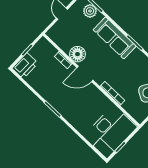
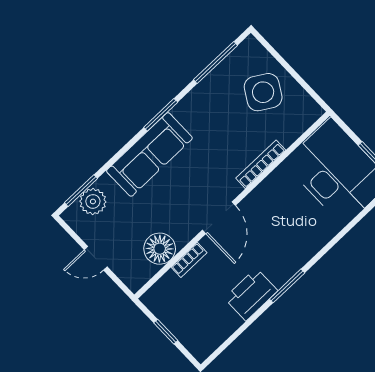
floor lamp: (78, 54) -> (160, 249), moved
printer: (25, 66) -> (251, 294), moved, turned -90

